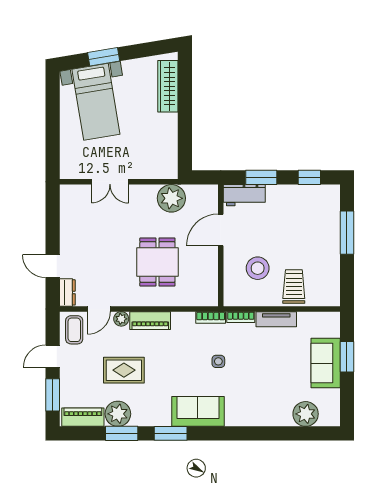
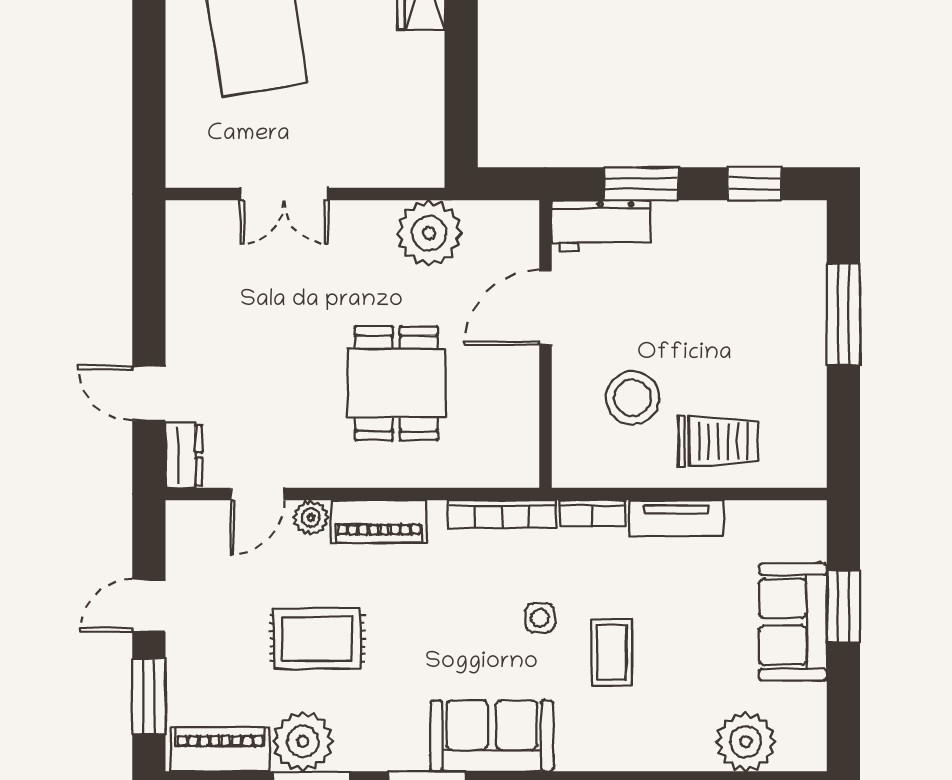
trolley: (294, 287) -> (718, 441), turned 90
bookcase: (211, 317) -> (502, 514), width x1.56
coffee table: (74, 330) -> (612, 652), moved

